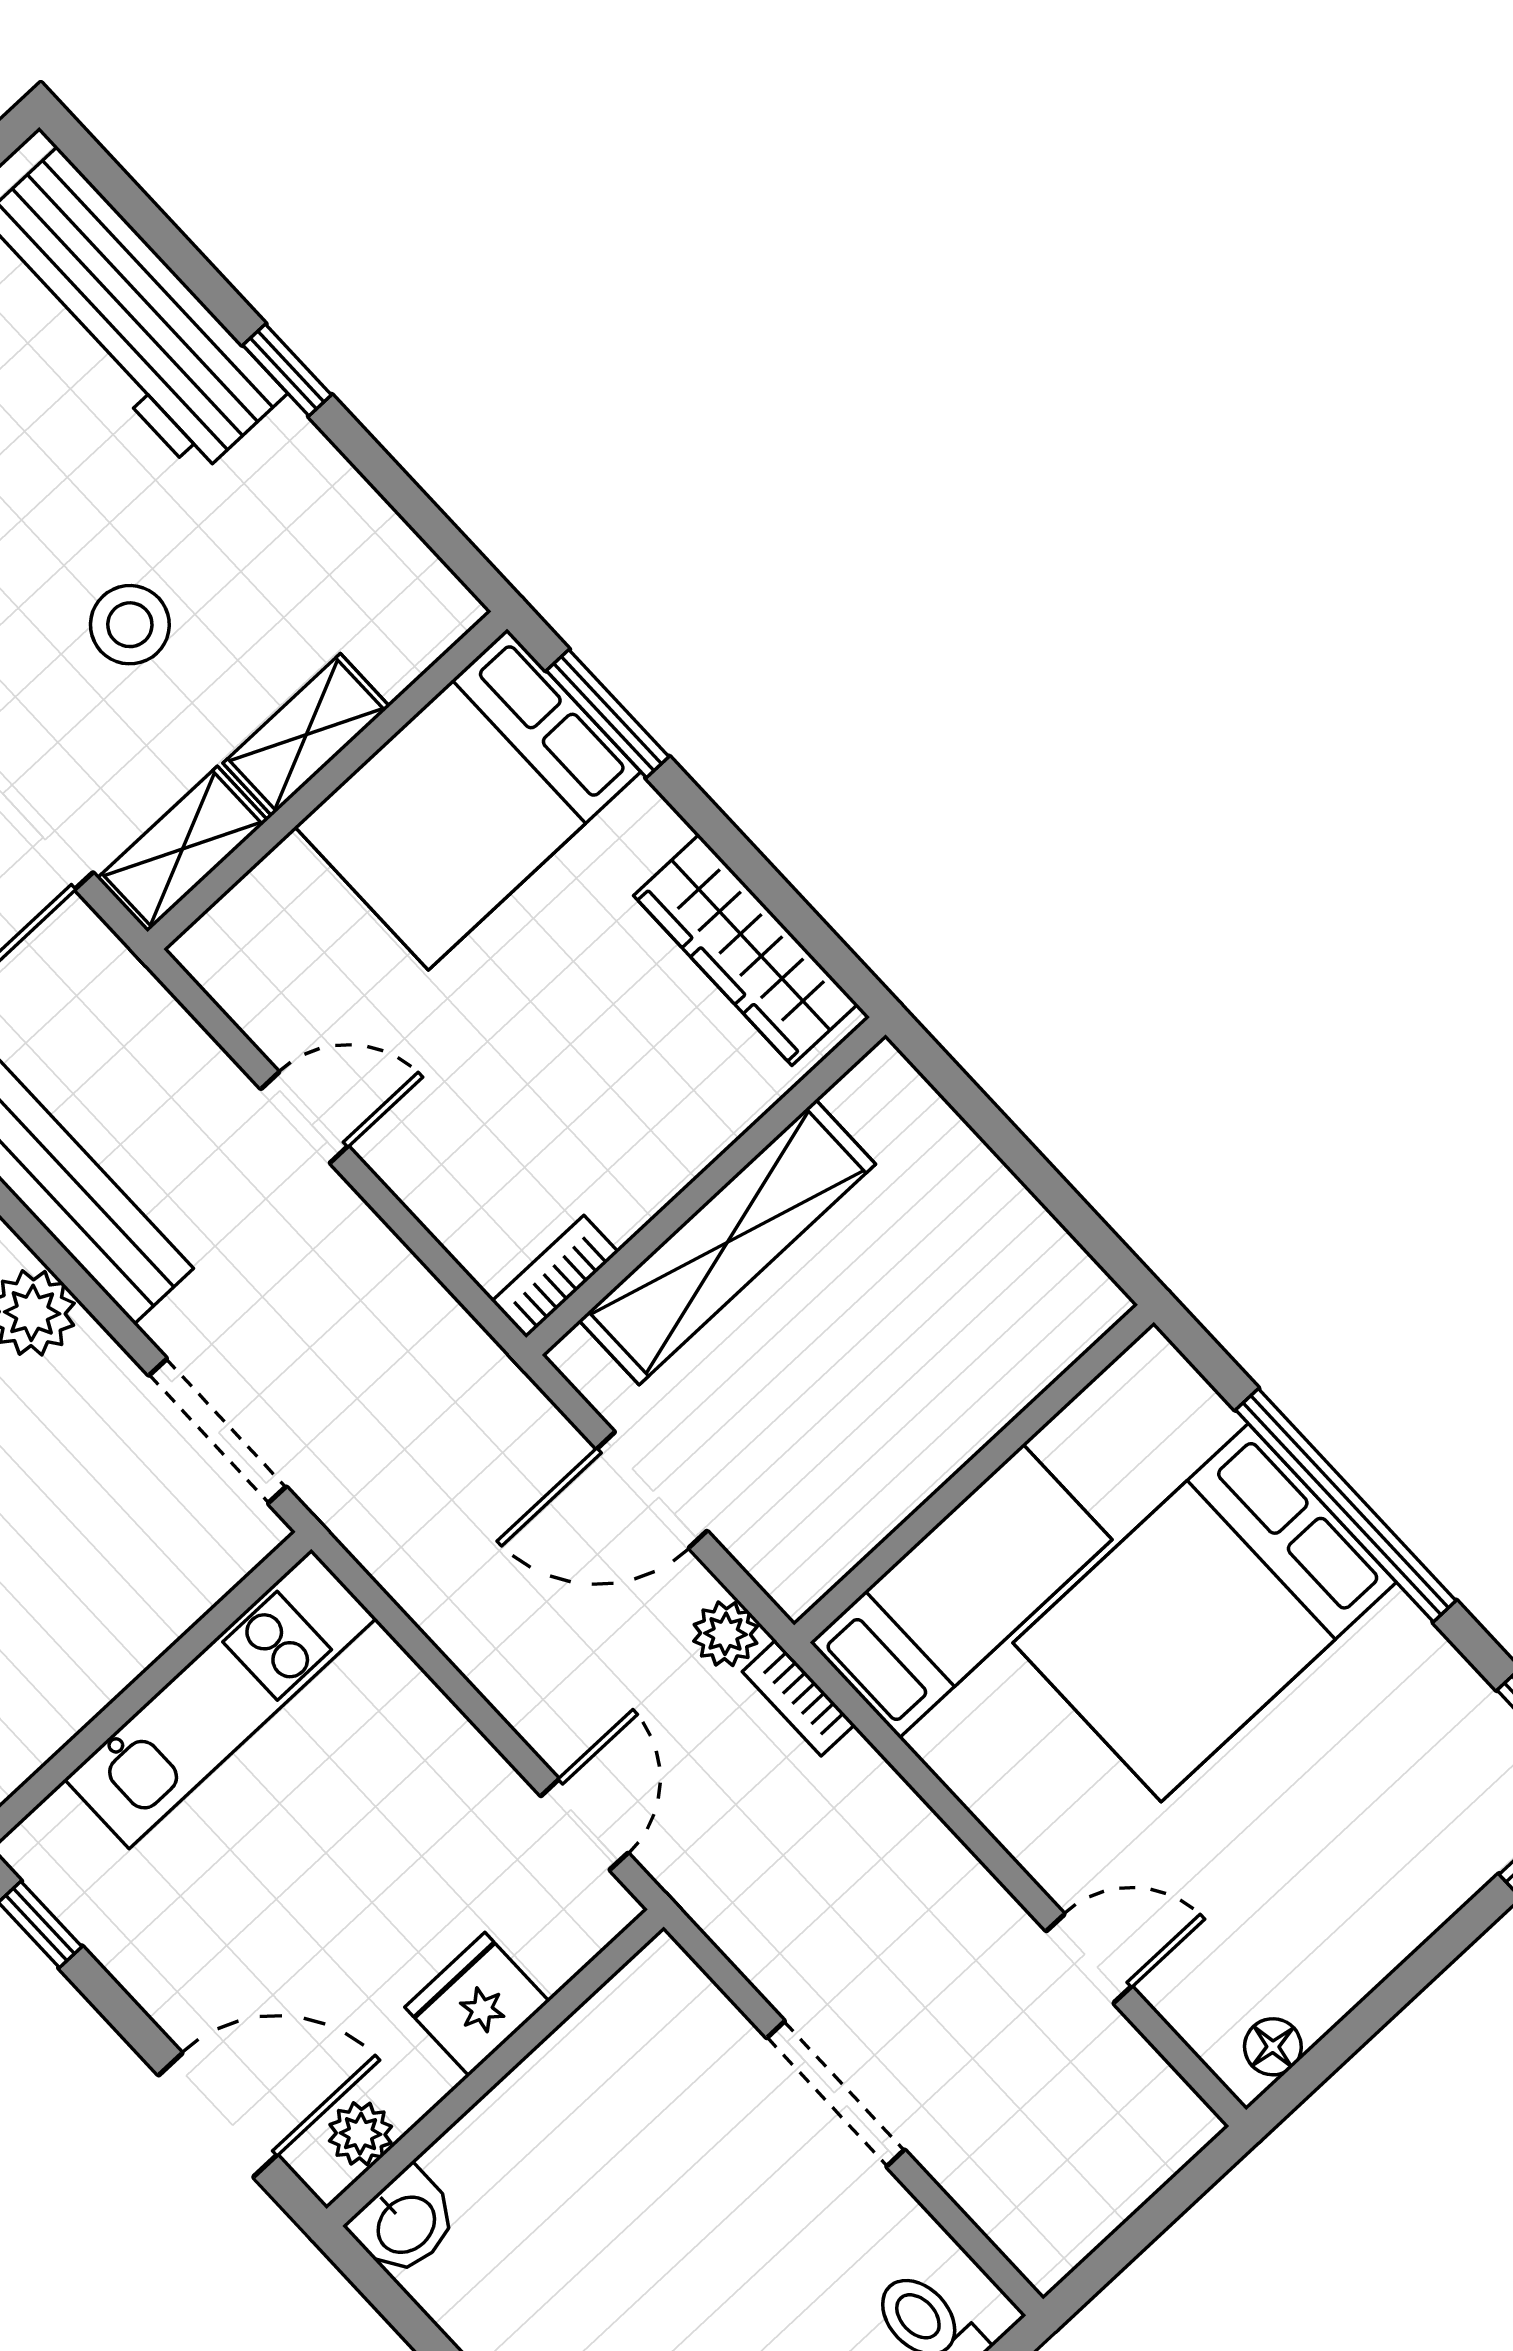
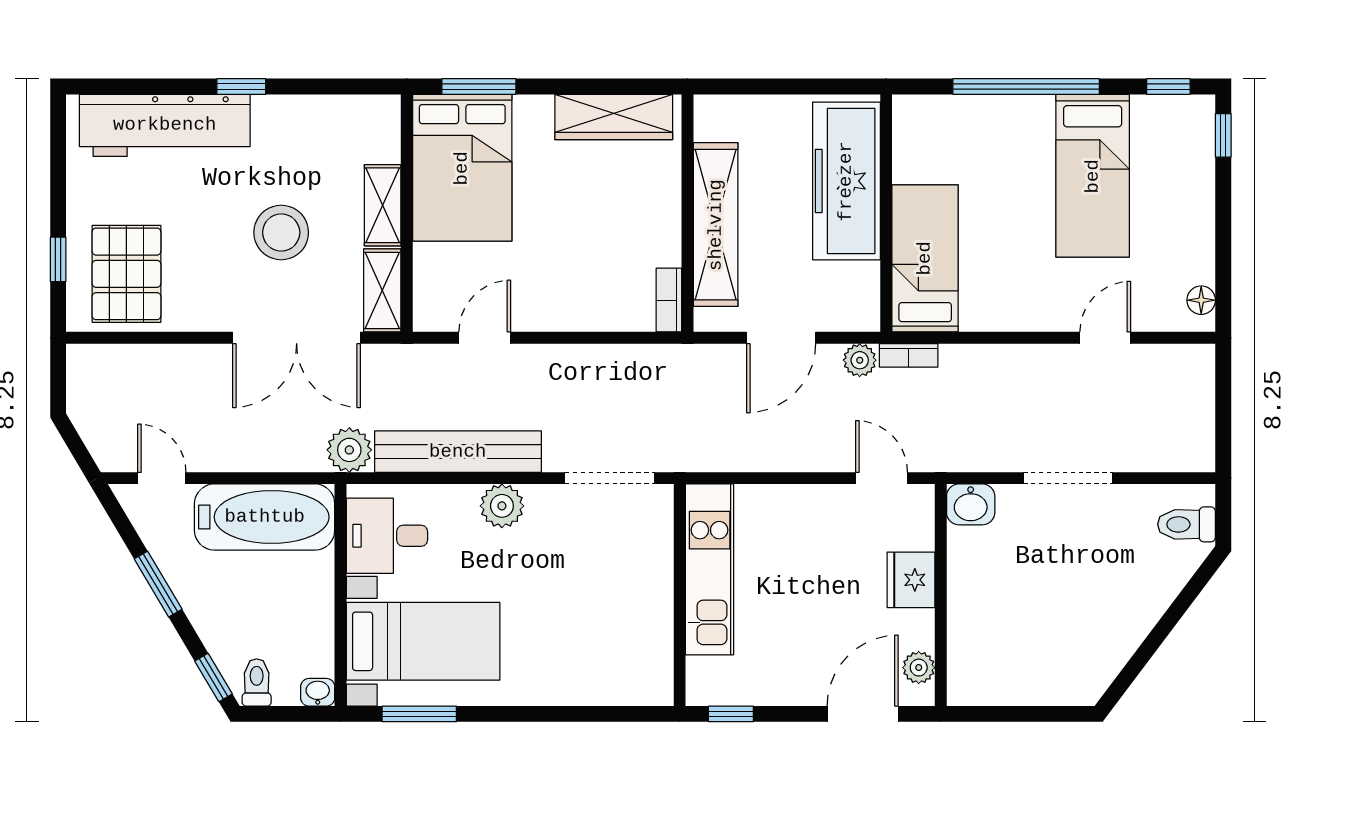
stool: (130, 625) -> (281, 232), width x1.38, depth x1.38
door: (304, 1117) -> (485, 338), moved
freezer: (967, 1373) -> (846, 181), added
bed: (1205, 1613) -> (1093, 176), moved, width x0.67
washbasin: (405, 2223) -> (971, 504), moved, turned 90

